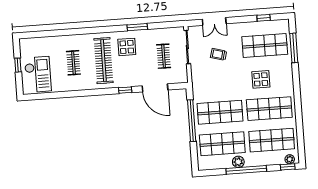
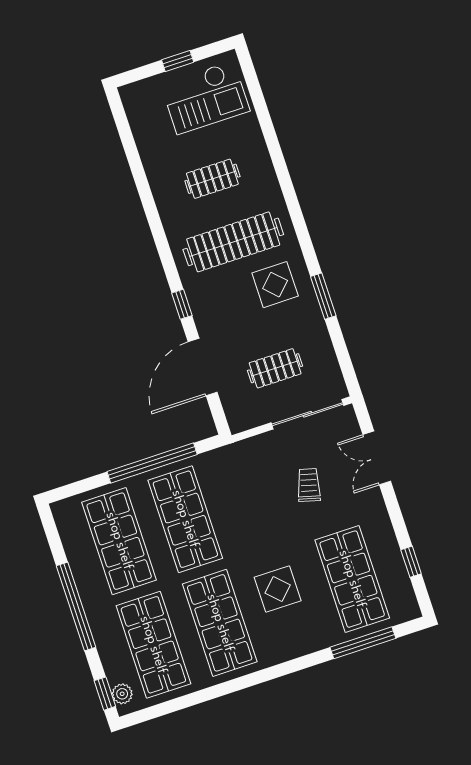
checkout: (38, 74) -> (205, 97), moved
plant: (238, 162) -> (89, 585), removed

